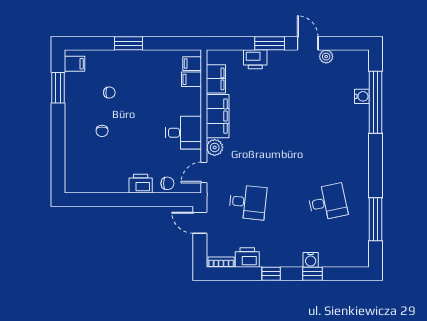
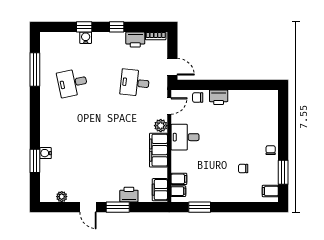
window: (129, 43) -> (200, 207), moved
plant: (326, 57) -> (62, 197), moved
filing cabinet: (216, 79) -> (160, 190), moved
water cooler: (362, 96) -> (46, 153), moved
window: (375, 102) -> (35, 161), width x0.47
chair: (102, 131) -> (271, 150), moved

